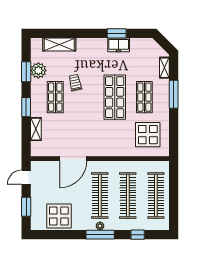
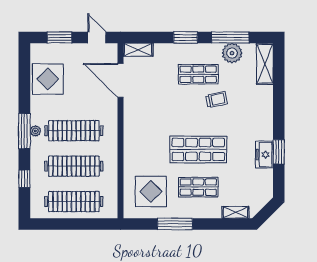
shelving: (59, 44) -> (265, 64), moved
window: (26, 72) -> (230, 37), width x1.44
window: (174, 94) -> (175, 224), moved
shelving: (36, 129) -> (138, 50), moved
door: (73, 159) -> (120, 80), moved

